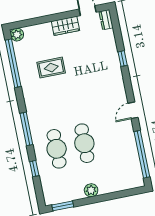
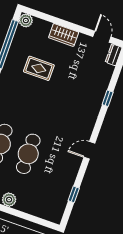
wardrobe: (65, 26) -> (64, 35), moved
window: (142, 154) -> (74, 194), width x0.32

